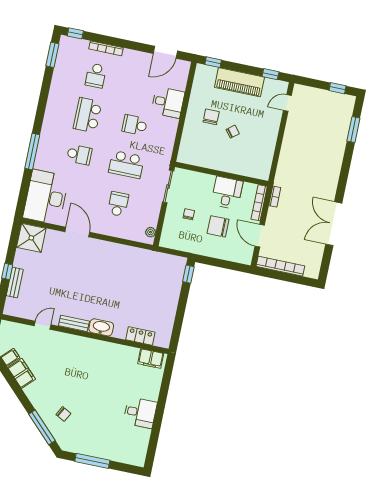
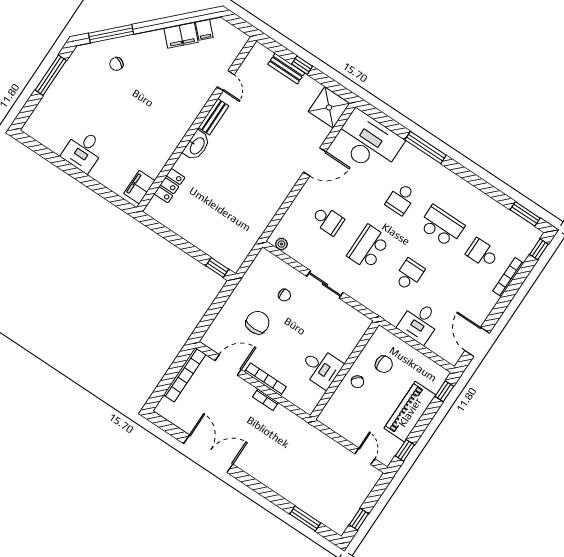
wall: (222, 174) -> (345, 370), moved
desk: (227, 193) -> (321, 368), moved

